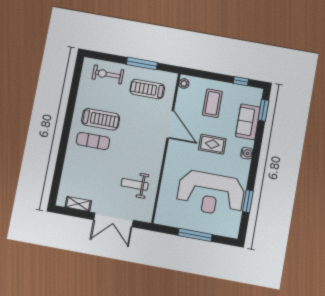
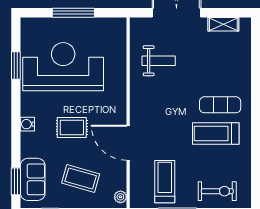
treadmill: (147, 89) -> (165, 182), turned -90
coffee table: (212, 103) -> (81, 179), turned -74
sofa: (248, 122) -> (33, 179), moved

